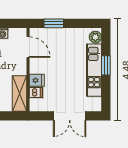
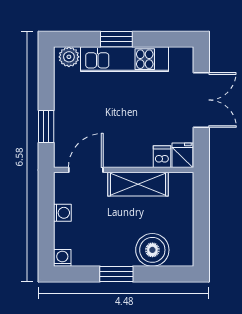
fridge: (37, 80) -> (182, 155), moved
shelving: (19, 93) -> (138, 184), moved

